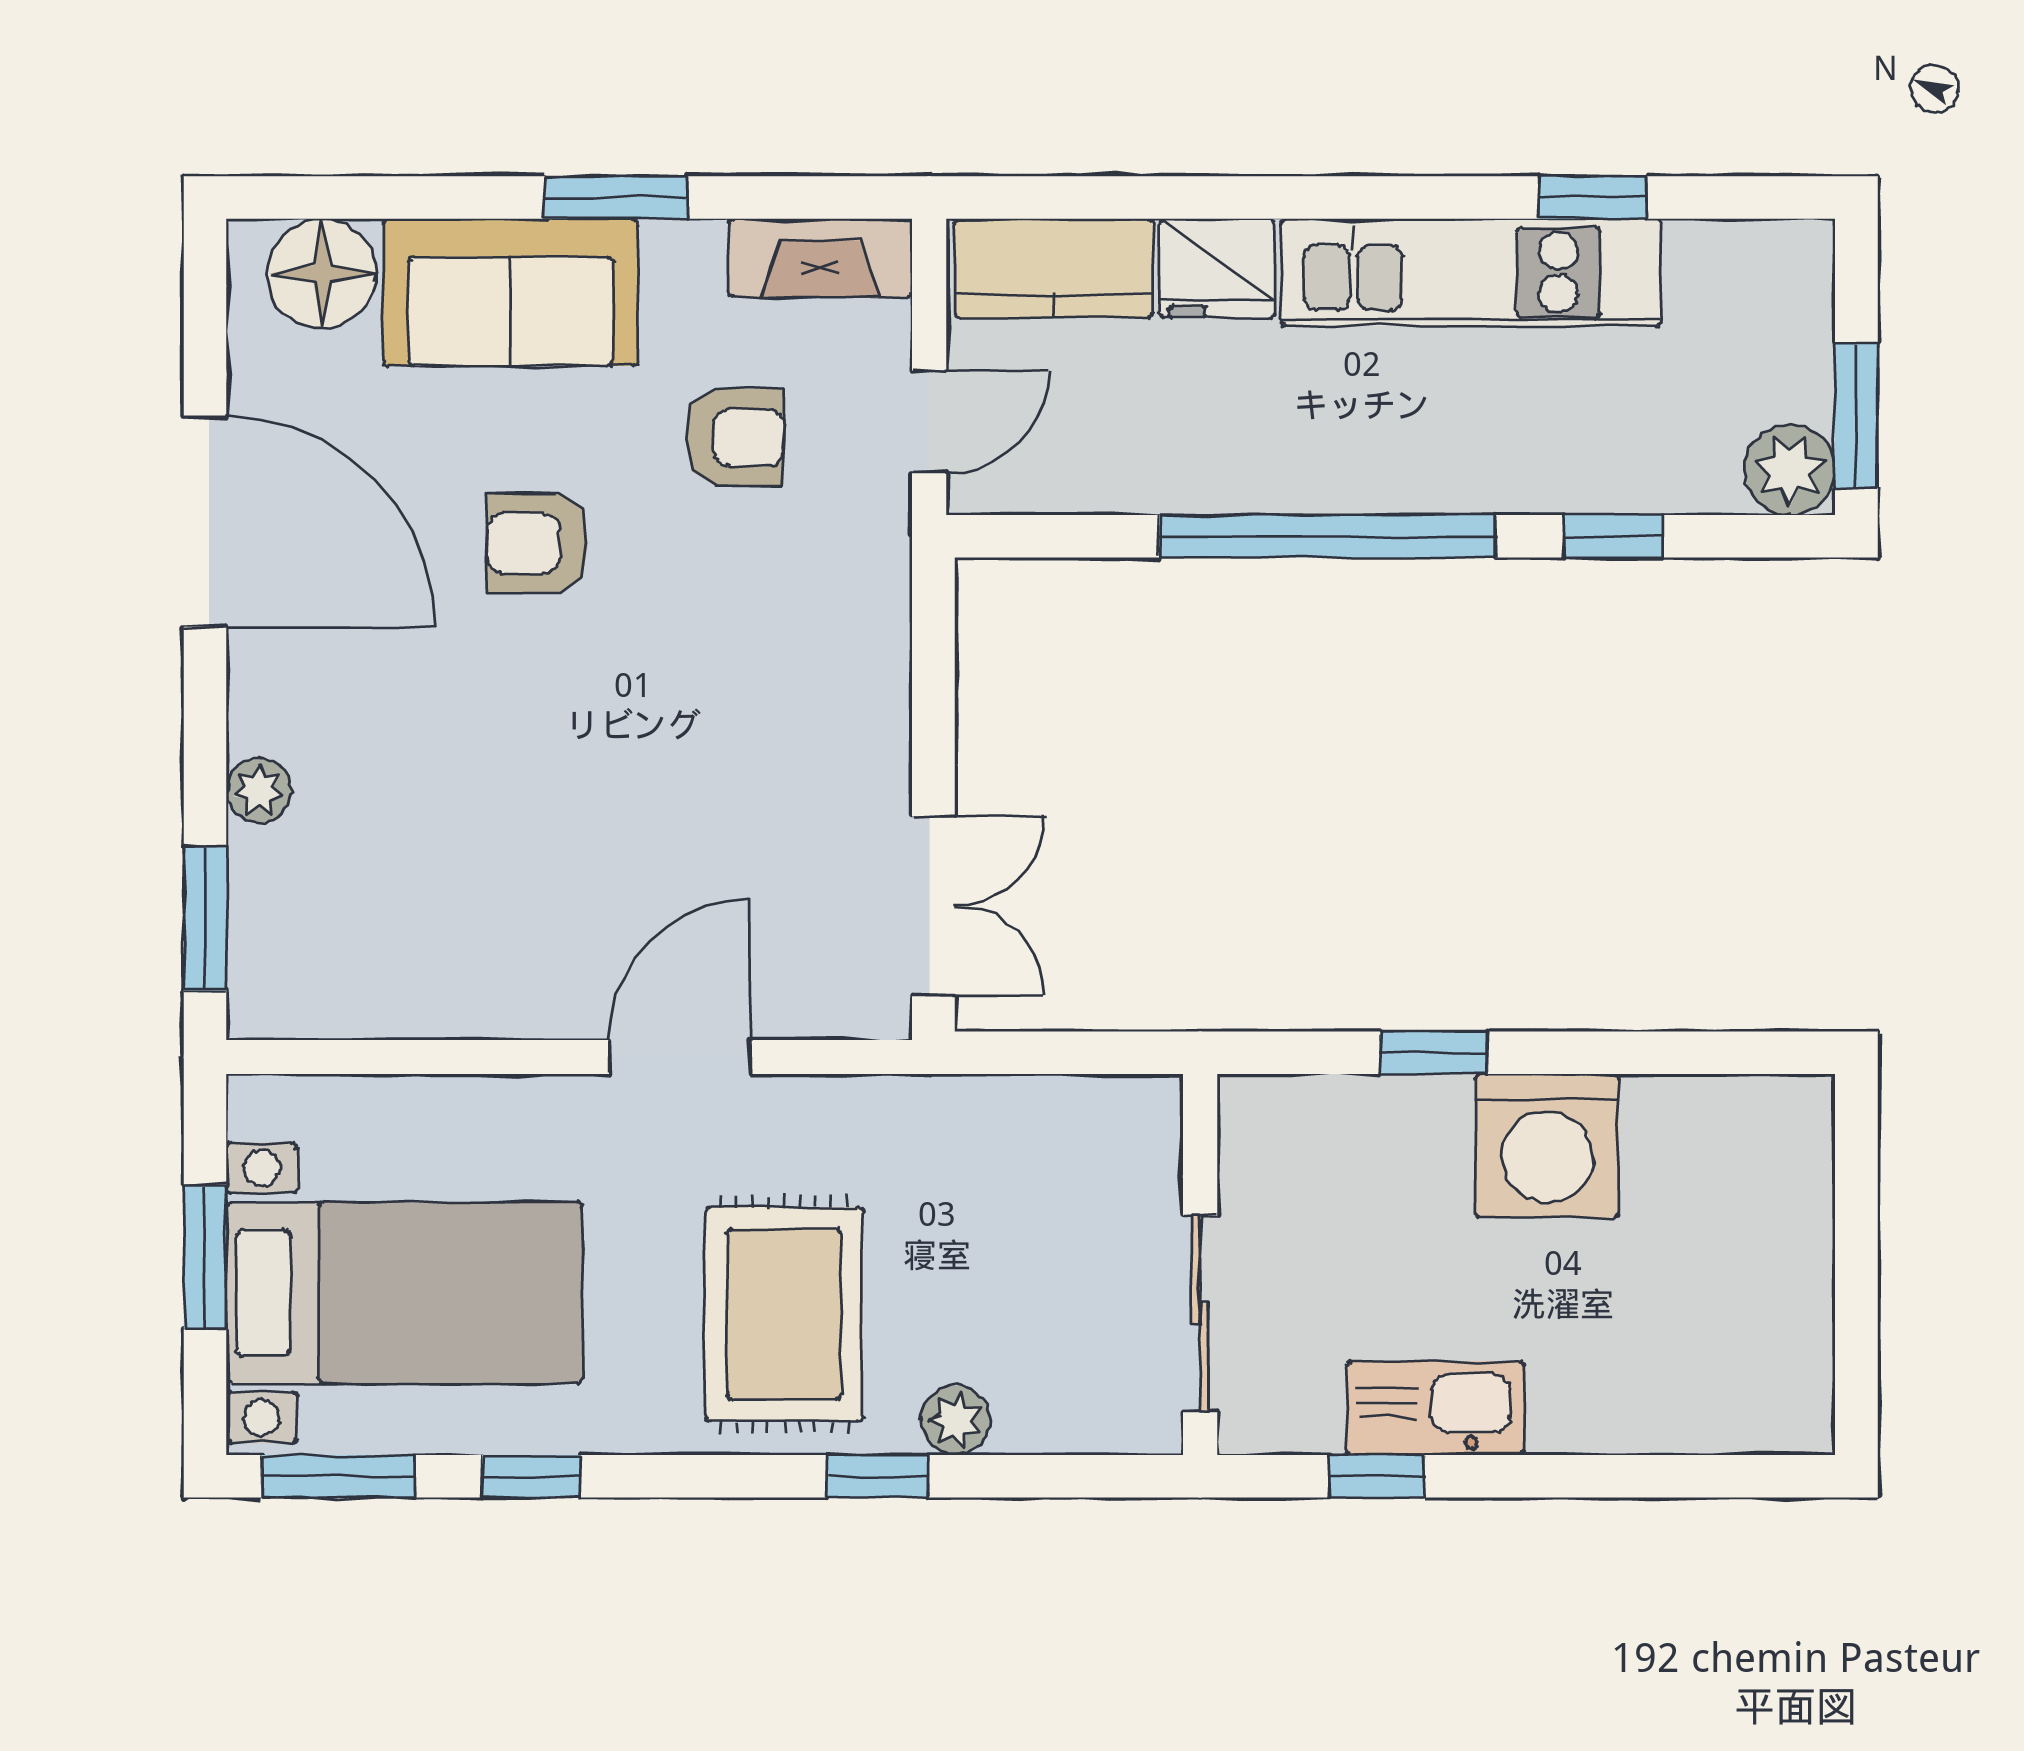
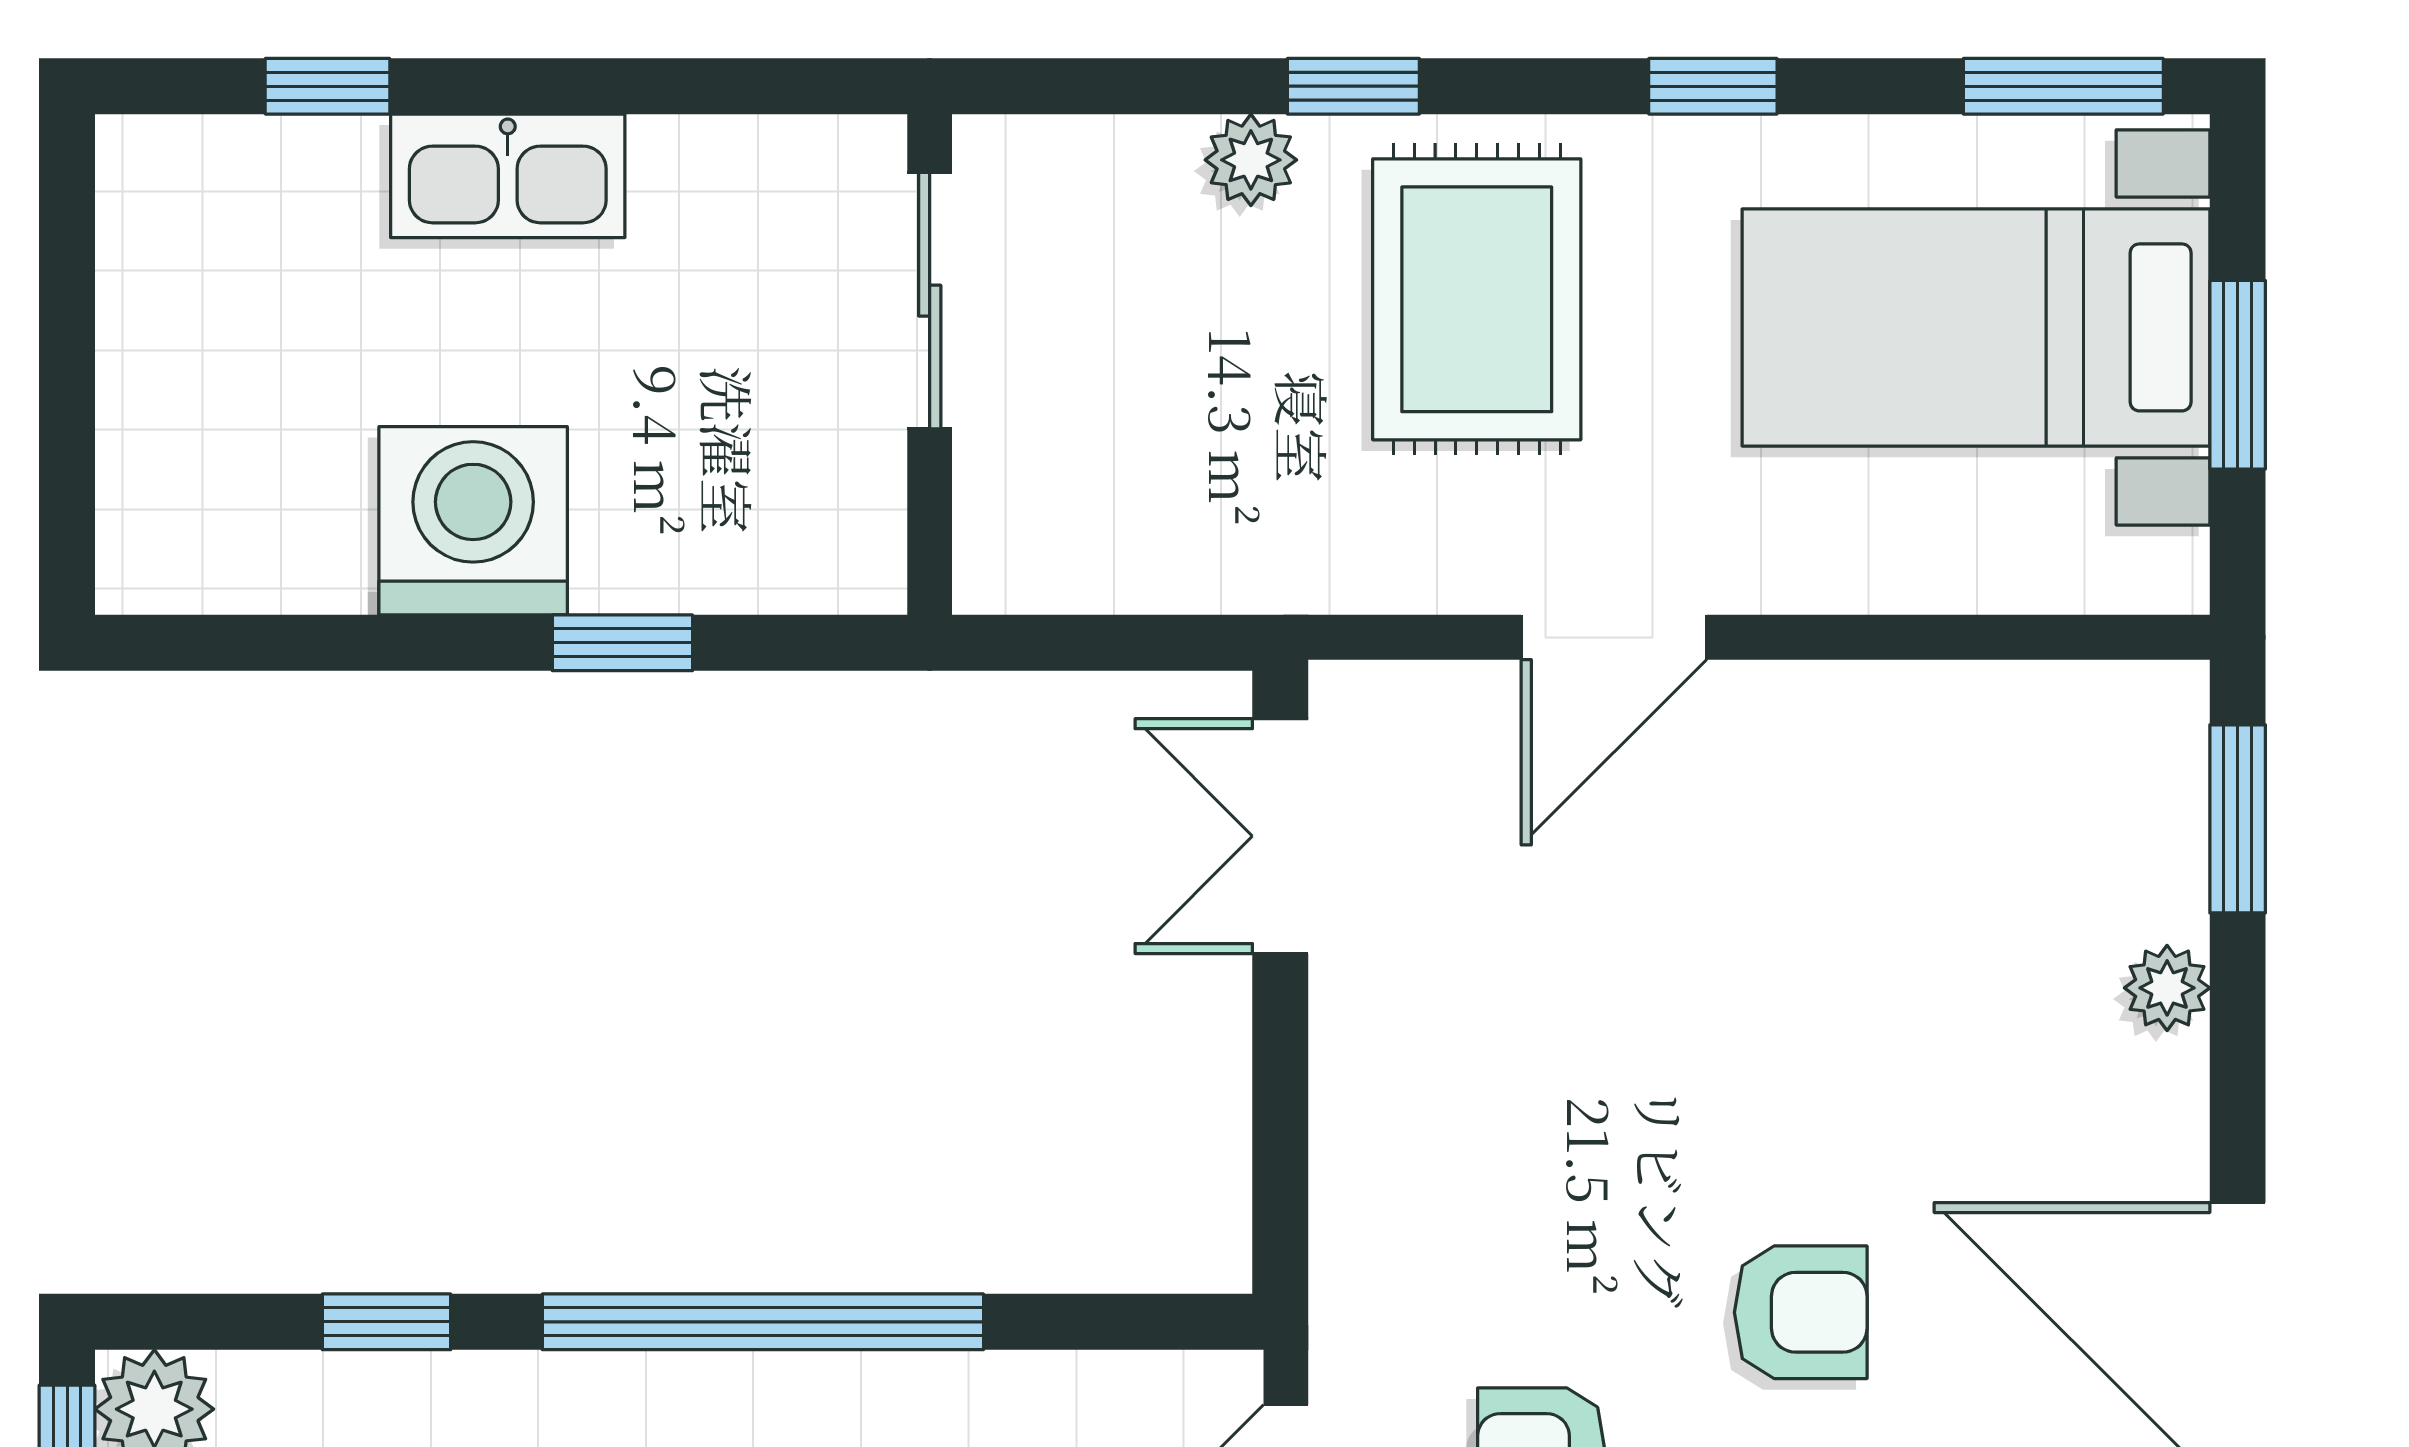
kitchen sink: (1436, 1408) -> (508, 176), moved
window: (531, 1476) -> (1713, 86), moved
window: (1377, 1476) -> (327, 86), moved

